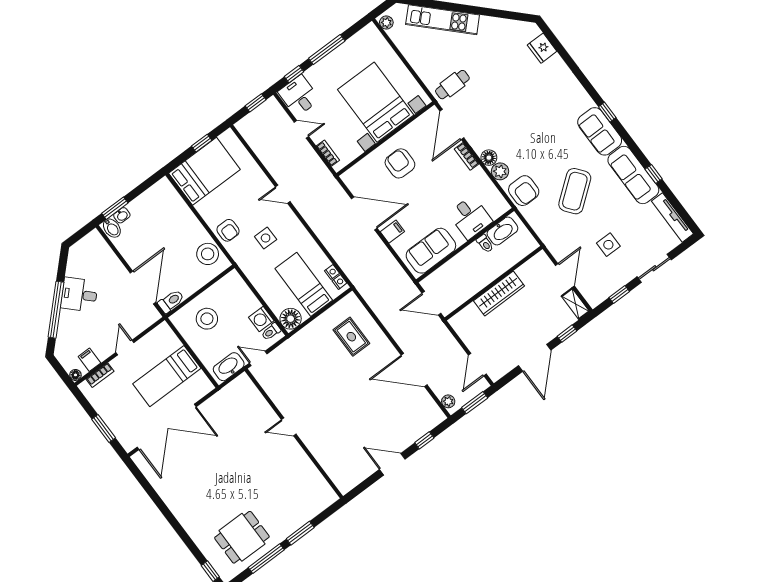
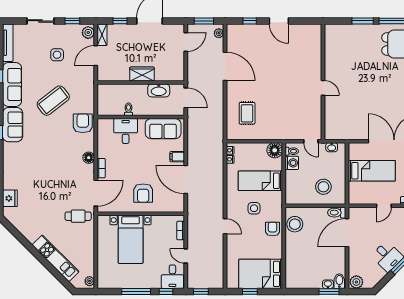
bed with nightstands: (376, 102) -> (131, 239), width x0.73
plant: (500, 171) -> (88, 33), moved
washbasin: (502, 231) -> (159, 90), moved, turned 180
plant: (92, 241) -> (356, 282), added
bed: (304, 284) -> (260, 181), moved, turned 90
wardrobe: (499, 293) -> (142, 74), width x0.67
washbasin: (229, 367) -> (332, 147), width x0.52, depth x0.69

